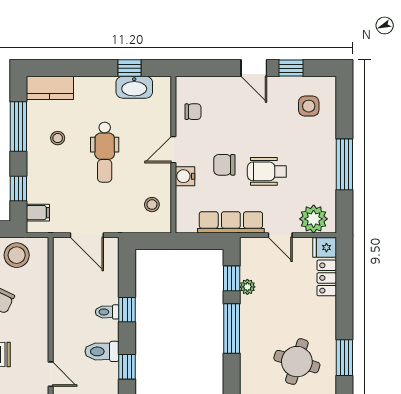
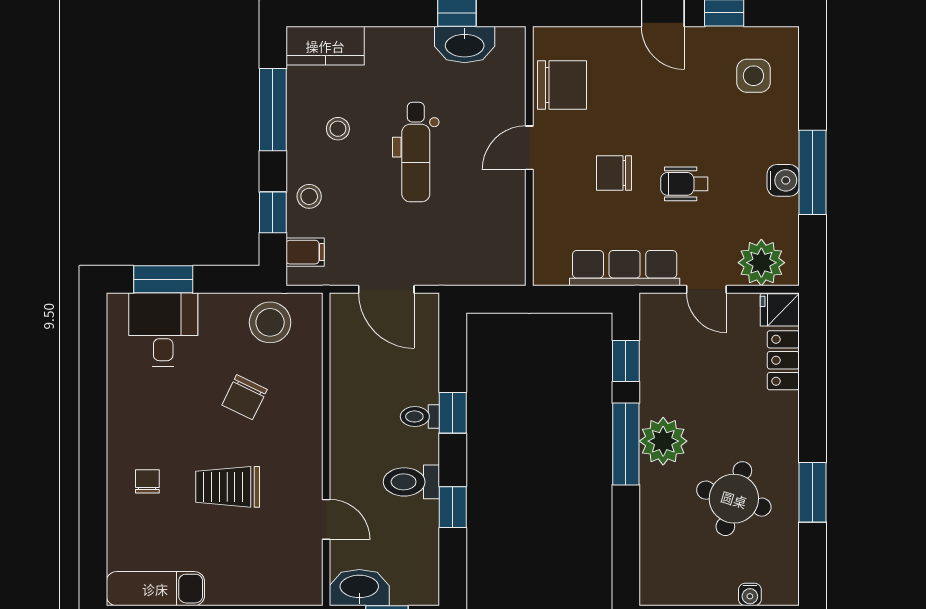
chair: (193, 112) -> (562, 85), width x1.87, depth x1.87
wheelchair: (267, 171) -> (684, 184), width x0.73, depth x0.73
water cooler: (185, 176) -> (783, 180), moved, turned 180
stool: (152, 205) -> (309, 196), moved
plant: (247, 287) -> (663, 441), moved, width x1.88, depth x1.88

